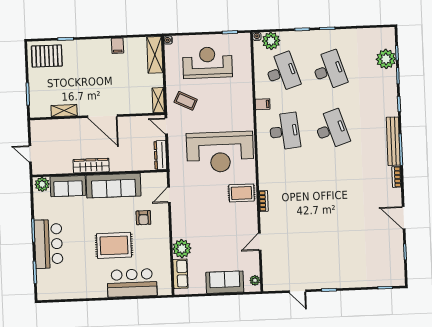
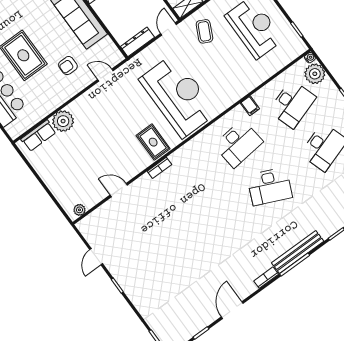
desk: (331, 129) -> (270, 187), turned 42
reception desk: (220, 152) -> (178, 96), turned 180
sofa: (225, 282) -> (59, 183), removed

